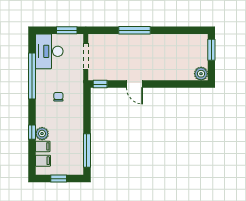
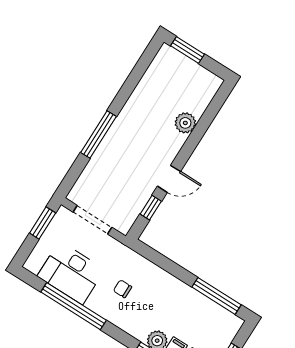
desk: (49, 51) -> (71, 273), moved
plant: (201, 74) -> (185, 123), moved
window: (100, 84) -> (151, 208), moved

